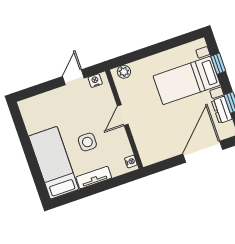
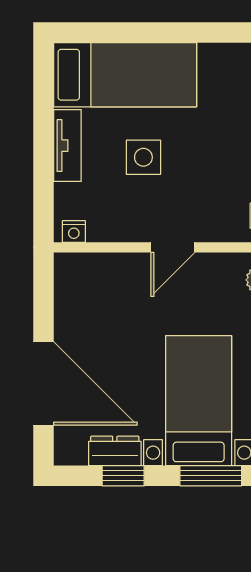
window: (218, 64) -> (211, 476), width x1.50
door: (123, 115) -> (173, 247), swing flipped

